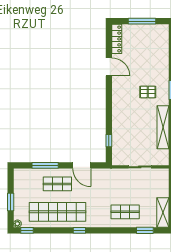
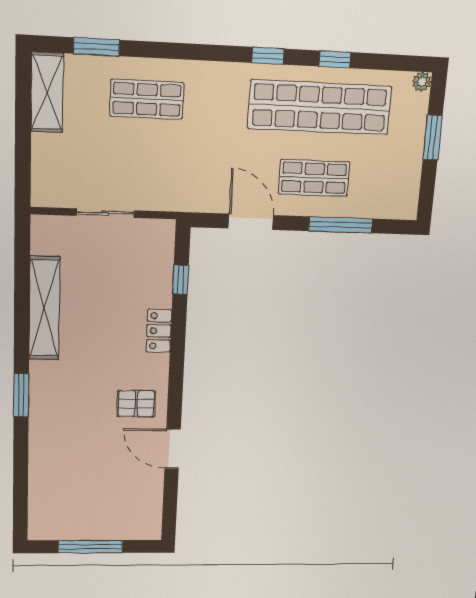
locker: (117, 39) -> (159, 331), moved, width x0.66
pallet: (148, 92) -> (136, 404), moved
window: (27, 230) -> (335, 59), moved

